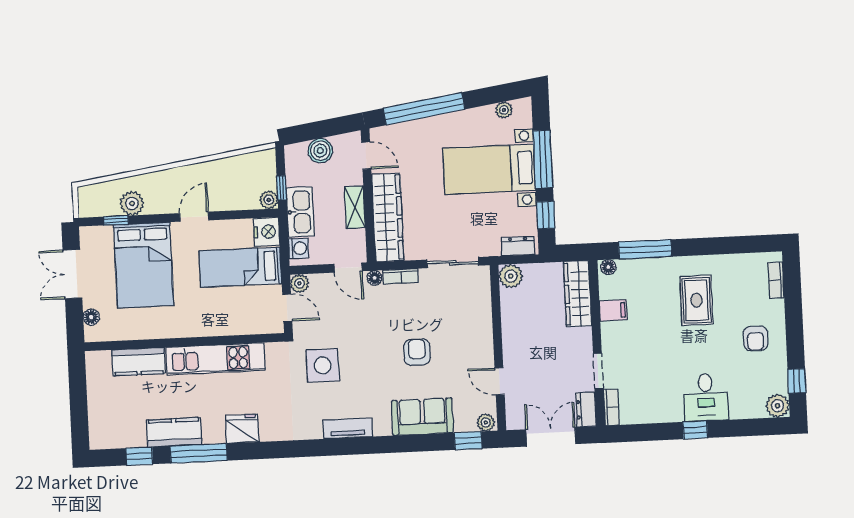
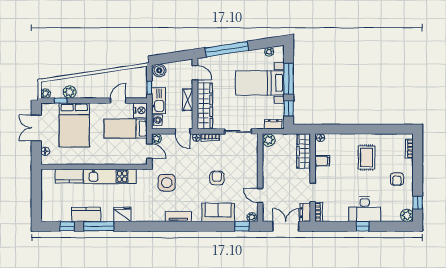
boiler: (320, 151) -> (159, 70), moved
plant: (269, 200) -> (46, 94), moved
door: (194, 217) -> (118, 101), moved
window: (645, 249) -> (341, 129), removed
desk: (706, 397) -> (365, 209), width x1.37

